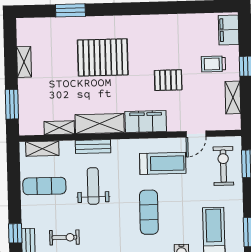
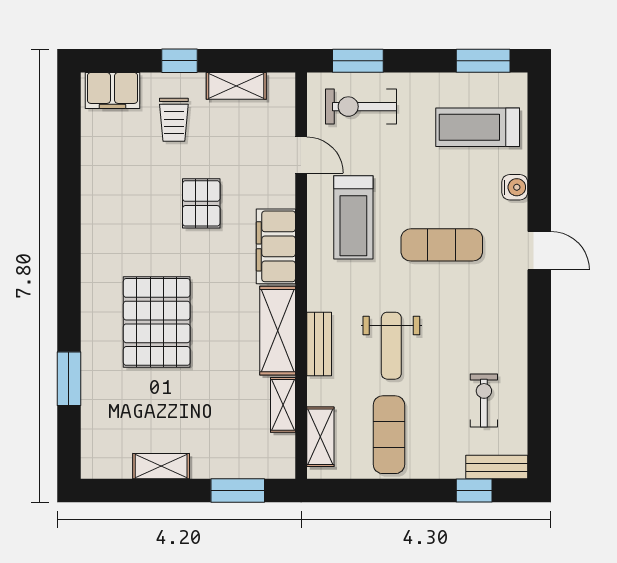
treadmill: (163, 163) -> (353, 217), turned 180
weight bench: (93, 186) -> (391, 346), turned -90

